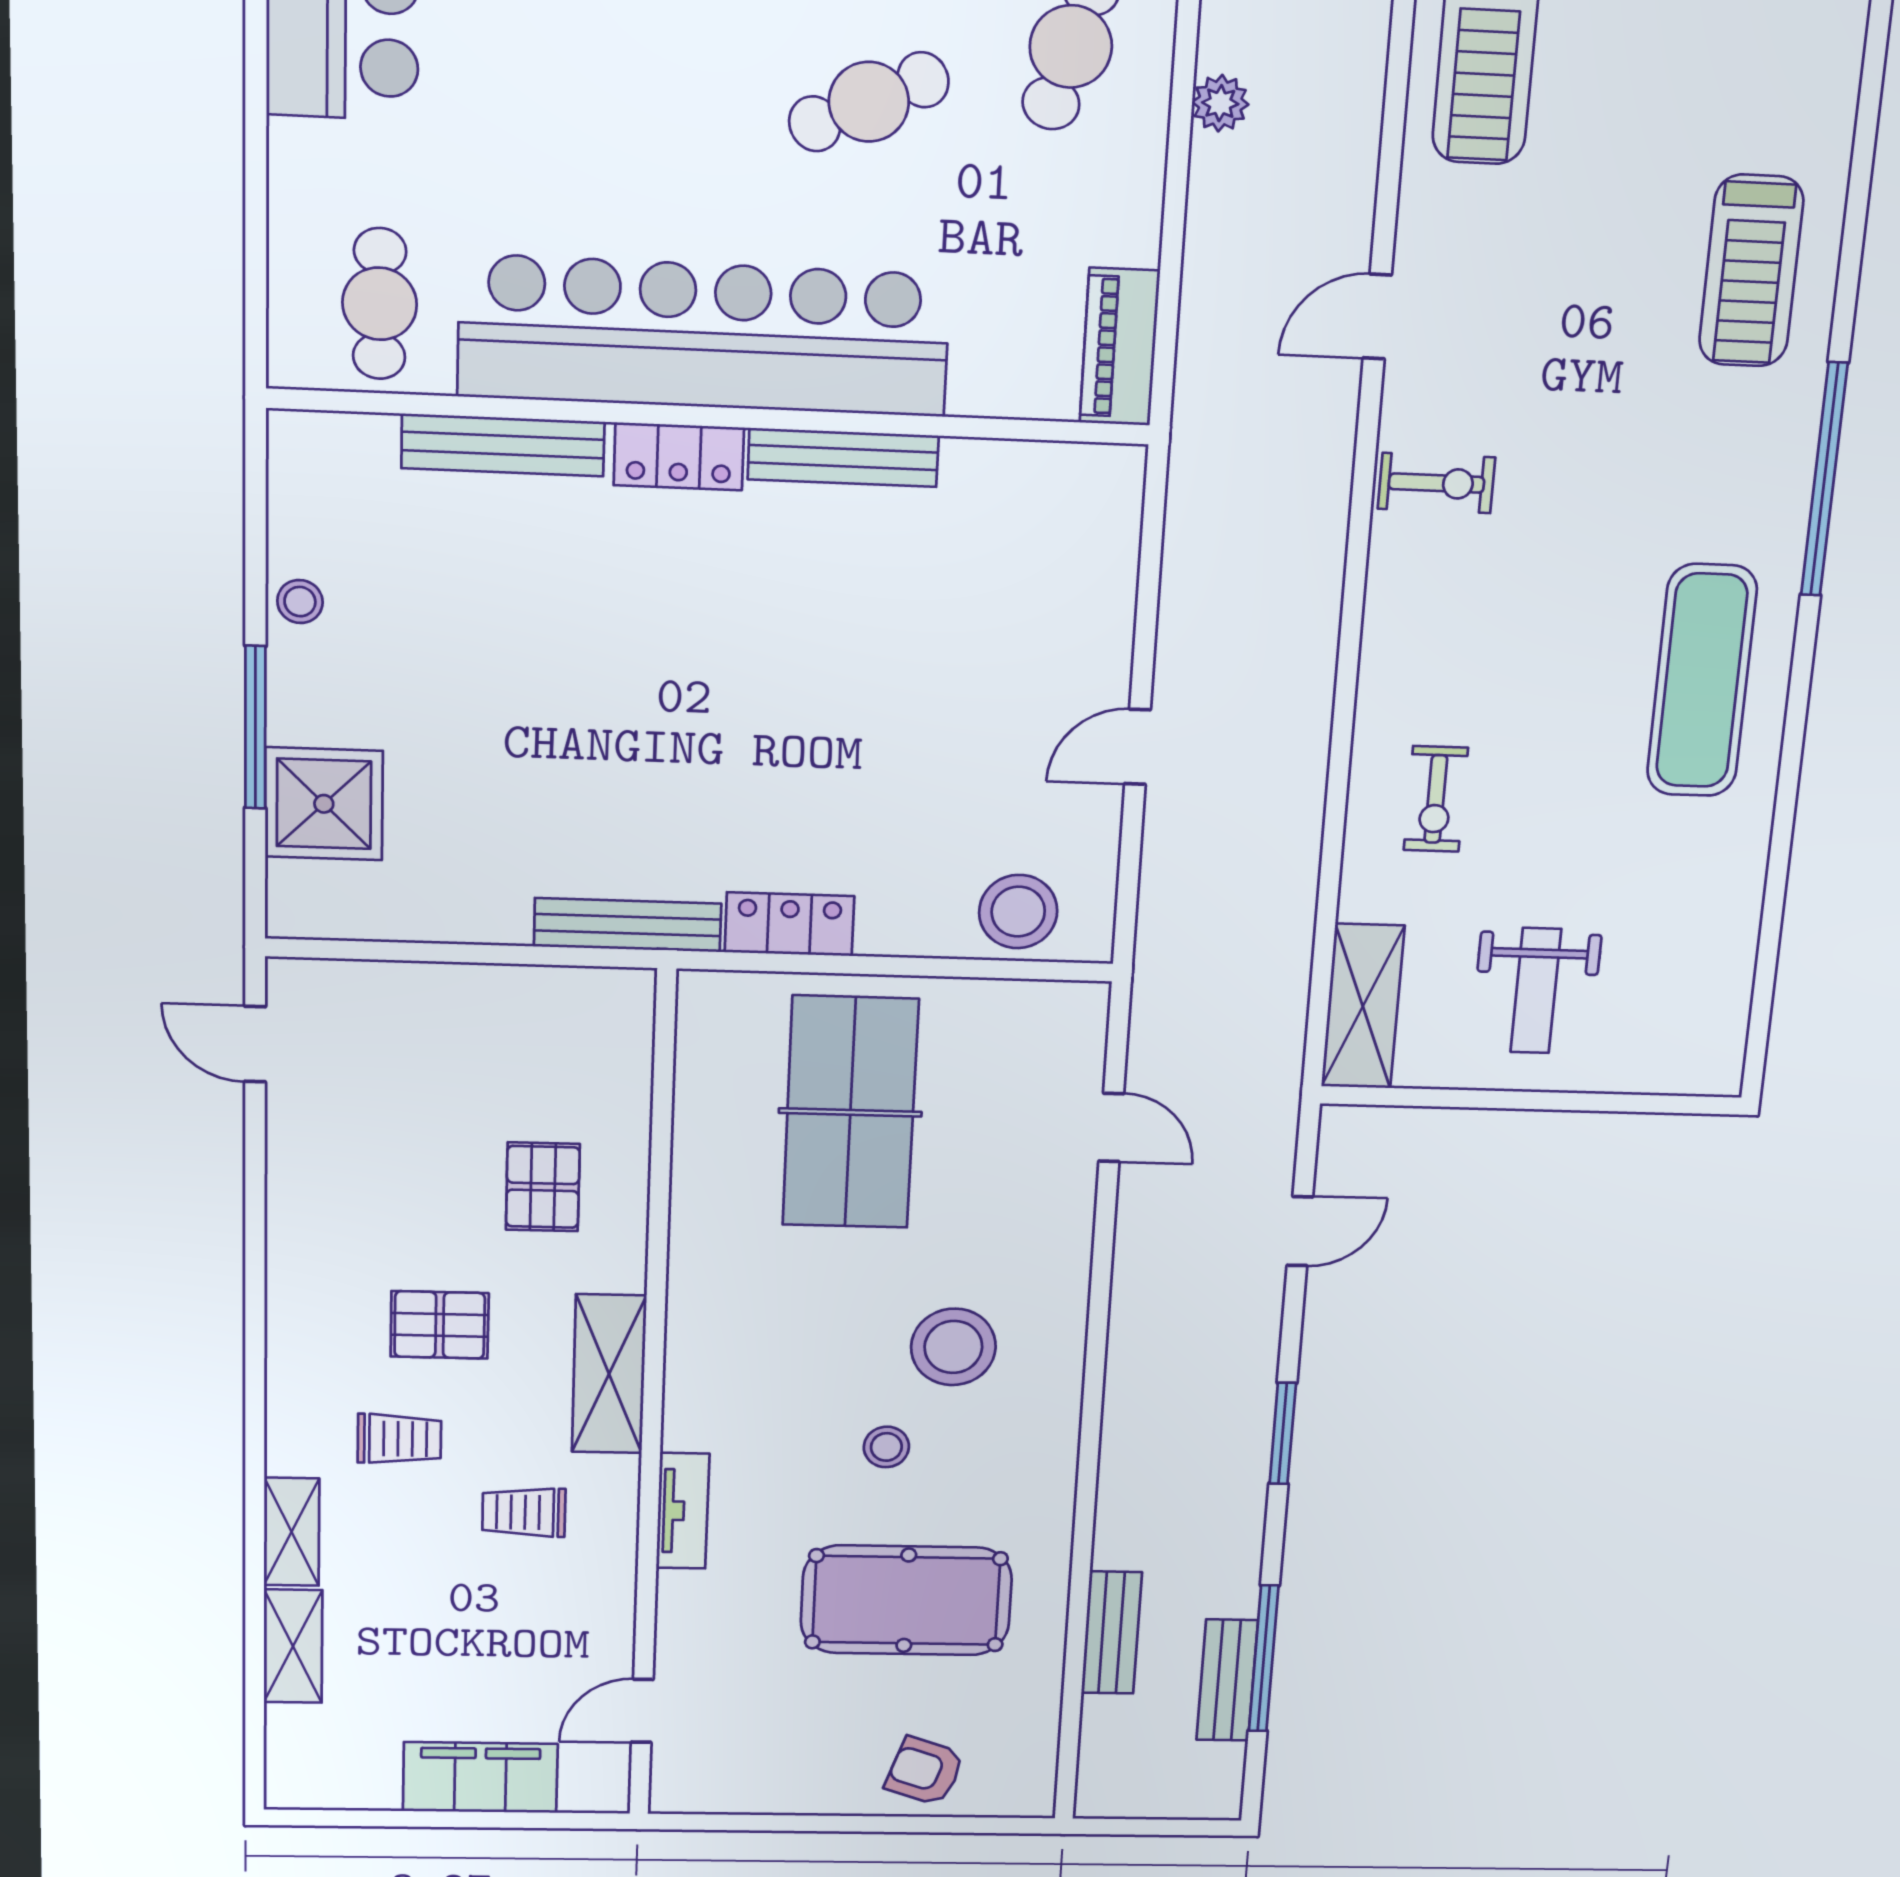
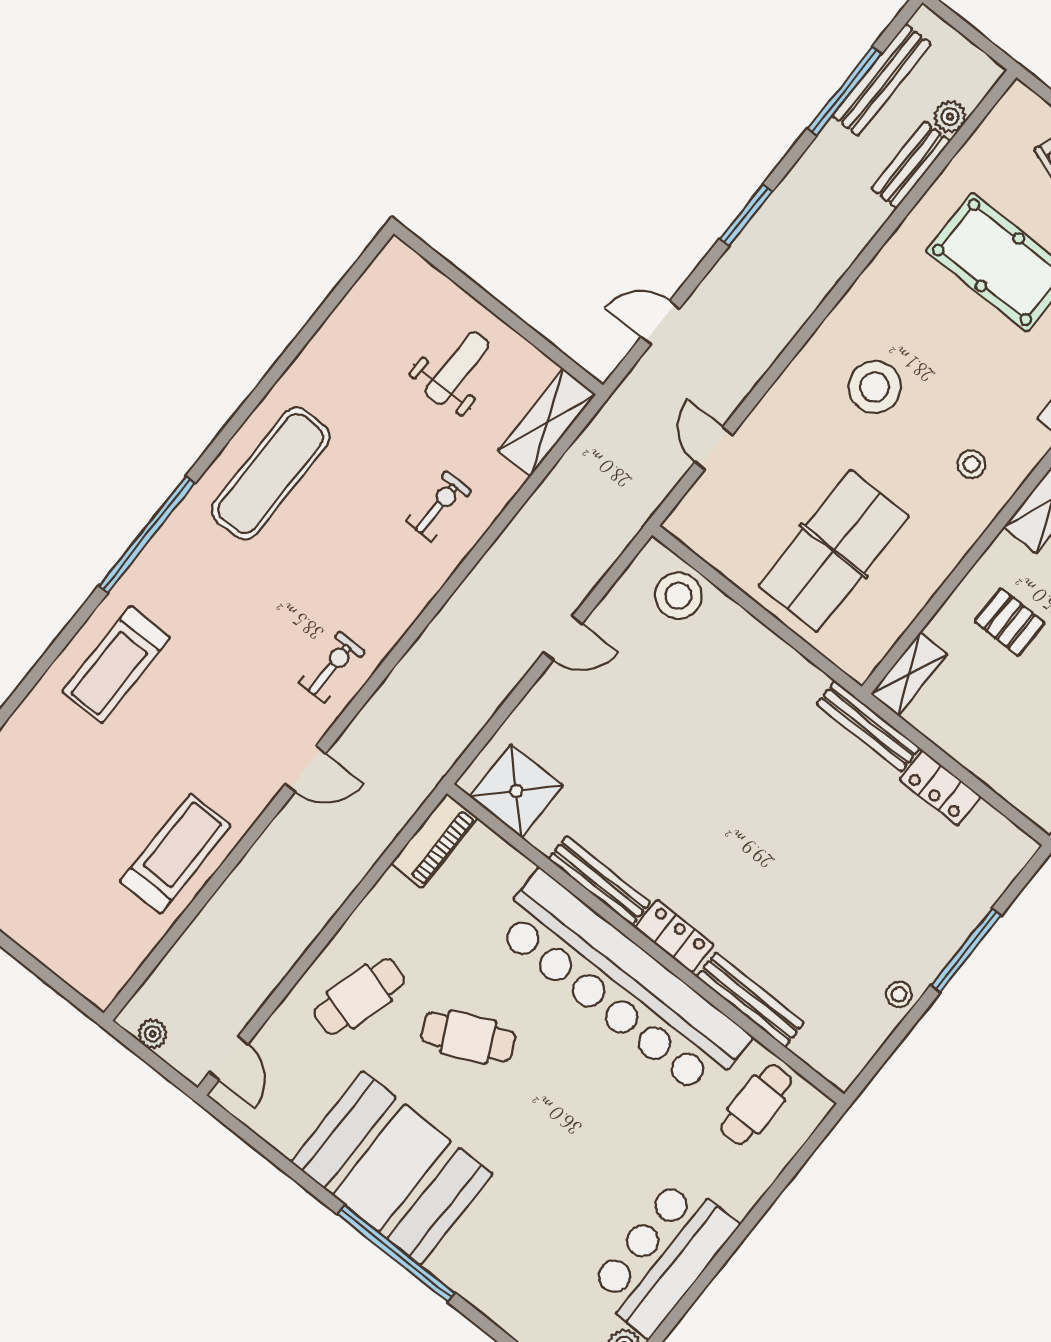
plant: (1220, 103) -> (950, 117), moved
treadmill: (1751, 271) -> (116, 665), turned 180
exercise bike: (1437, 483) -> (332, 667), turned 90
shower: (324, 804) -> (516, 791), moved
locker: (789, 924) -> (940, 788), moved
shelving: (625, 1029) -> (909, 674), added
pallet: (543, 1187) -> (1009, 622), turned 90
stool: (886, 1447) -> (971, 464), moved
bench: (1227, 1680) -> (882, 80), width x1.36

